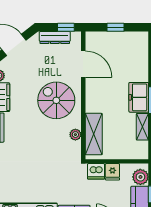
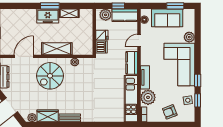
shelving: (94, 134) -> (57, 49), moved

